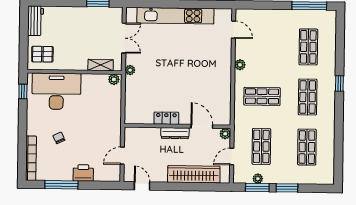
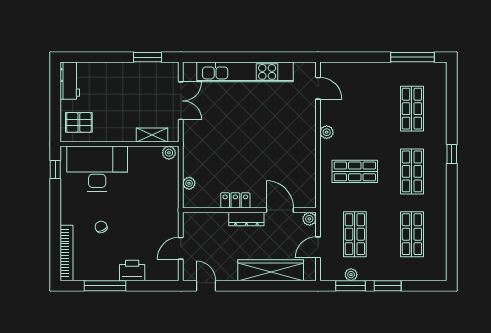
plant: (130, 70) -> (189, 183), moved

